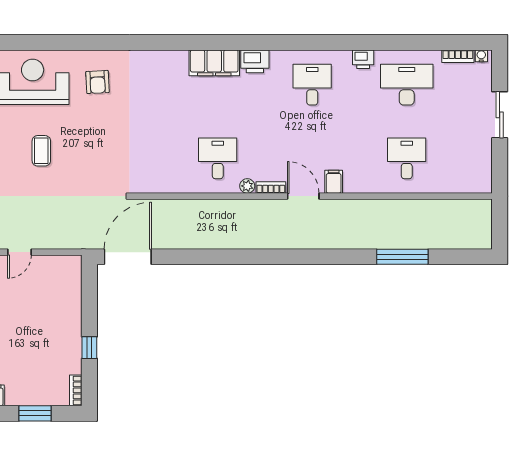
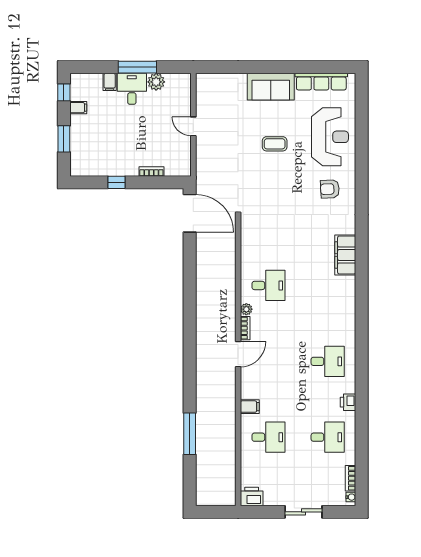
printer: (255, 61) -> (252, 496), moved, turned 90
filing cabinet: (214, 63) -> (345, 255), moved
desk: (407, 85) -> (328, 437), width x0.73
filing cabinet: (334, 182) -> (250, 407), moved
bookcase: (76, 390) -> (151, 172), moved

